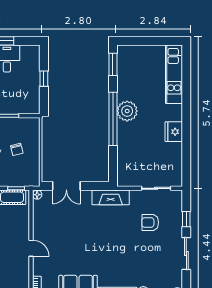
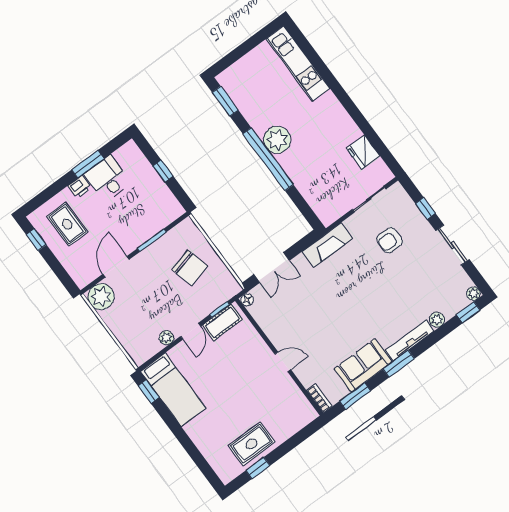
fridge: (174, 132) -> (363, 152), moved
chair: (17, 149) -> (190, 268), width x1.87, depth x1.87

